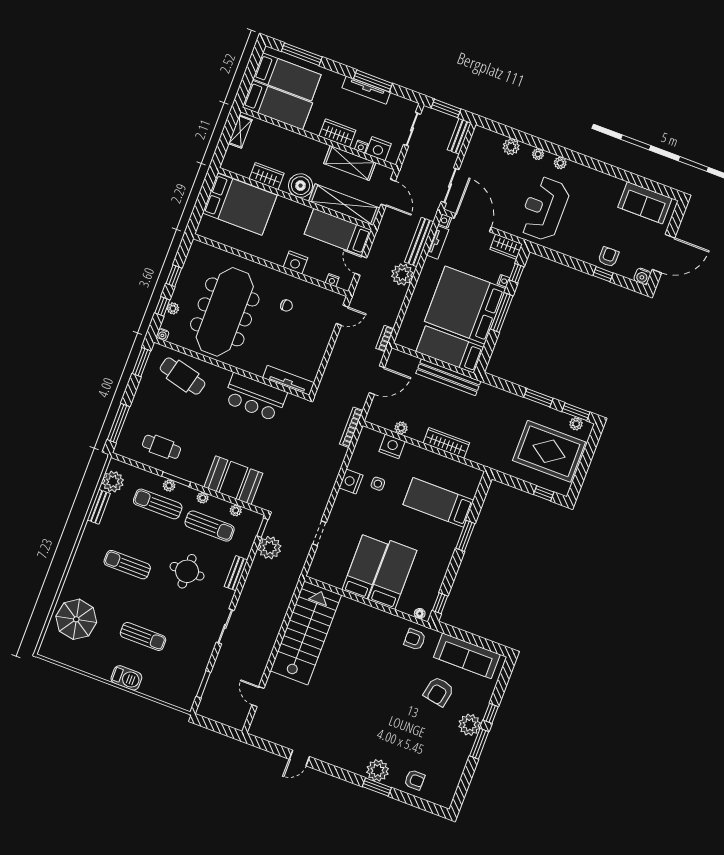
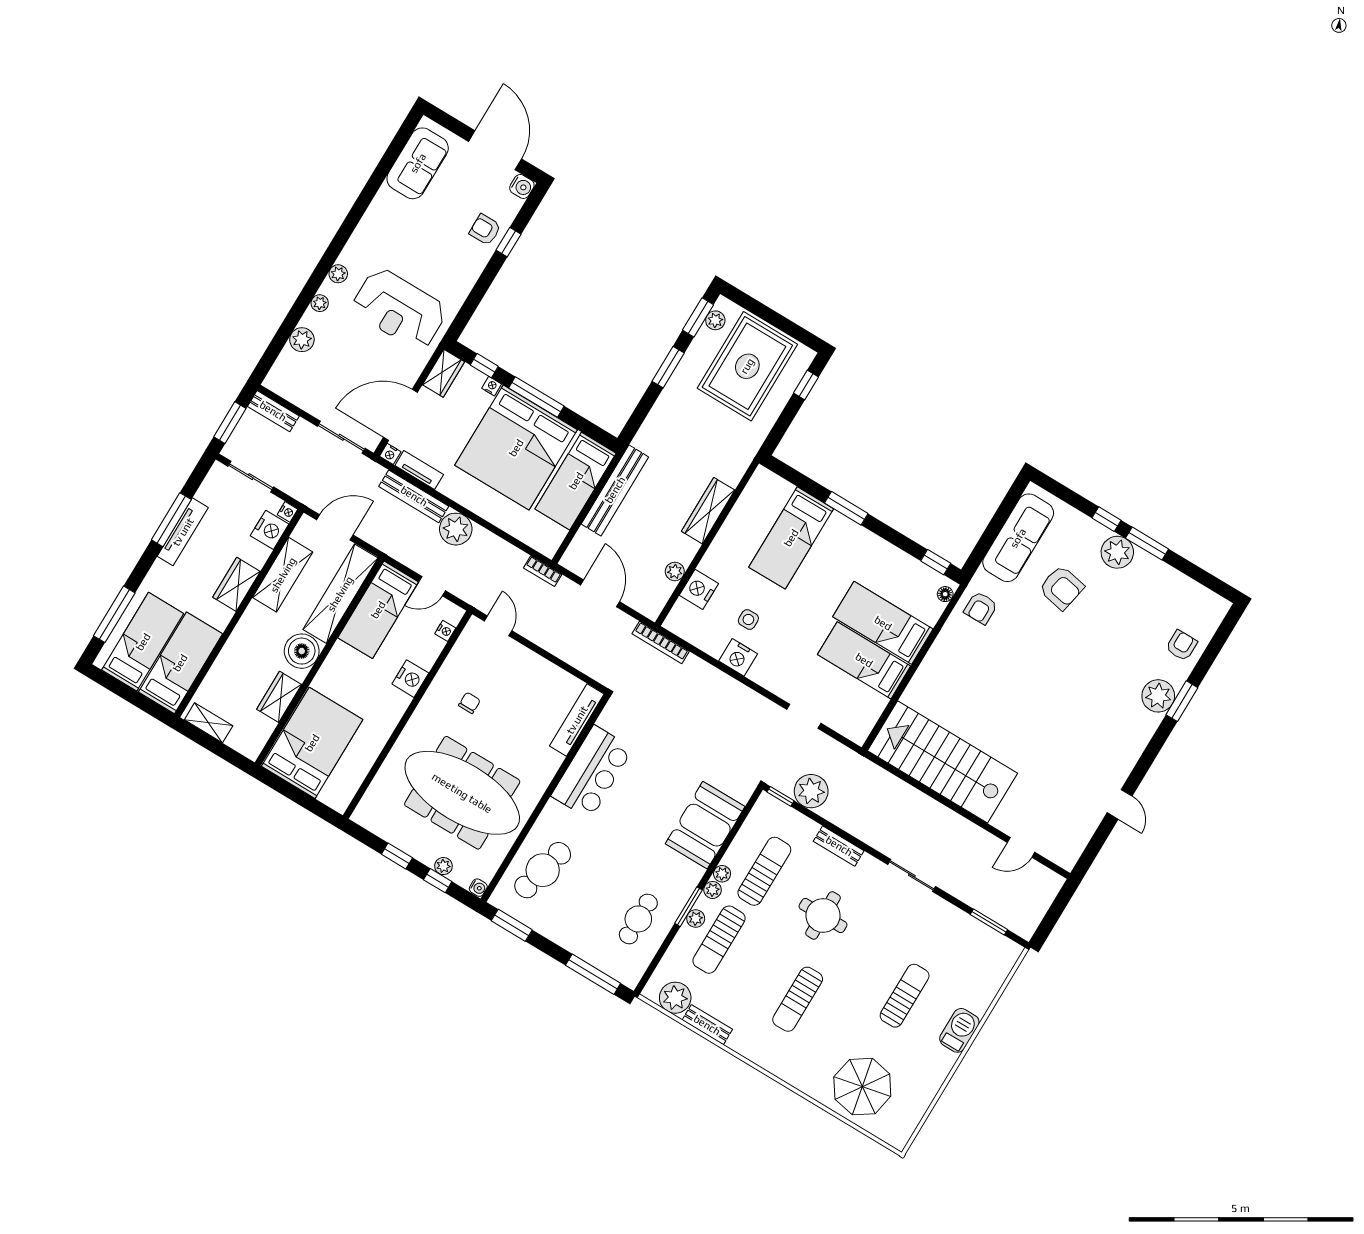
nightstand: (361, 147) -> (288, 512), moved
plant: (236, 510) -> (713, 890), moved

